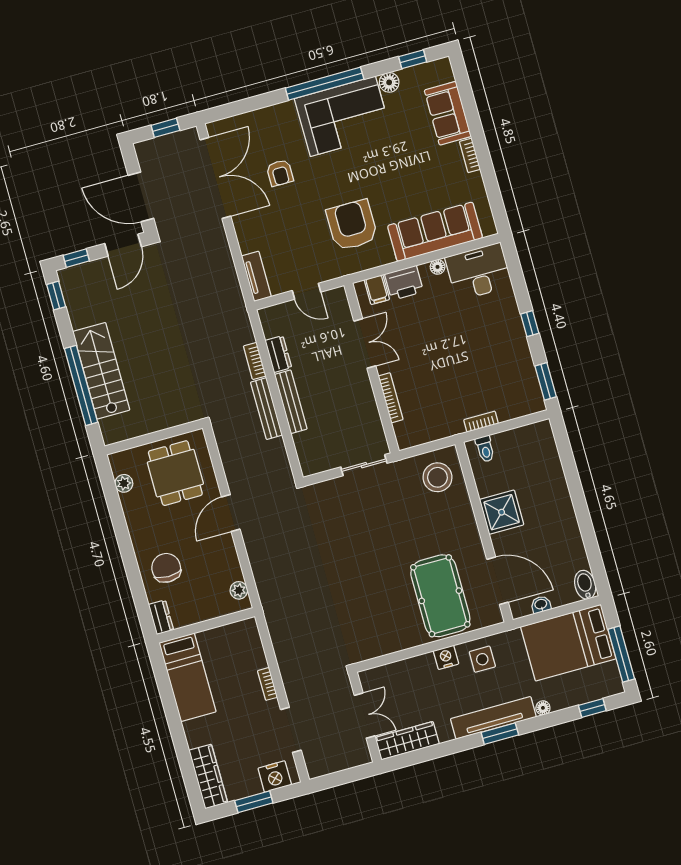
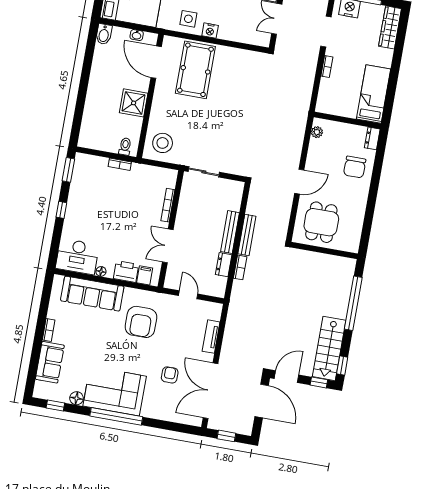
tv unit: (256, 276) -> (211, 337), moved
stairs: (101, 371) -> (329, 348), moved
plant: (124, 483) -> (356, 231), removed

